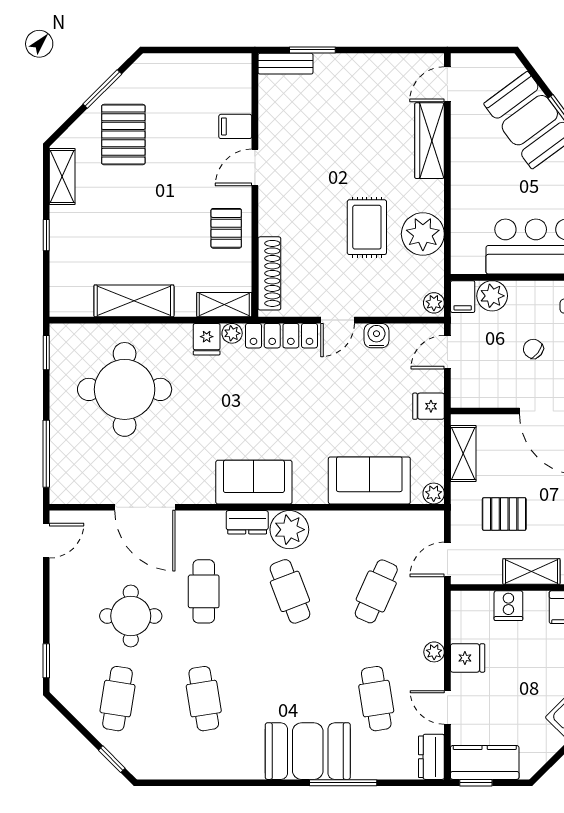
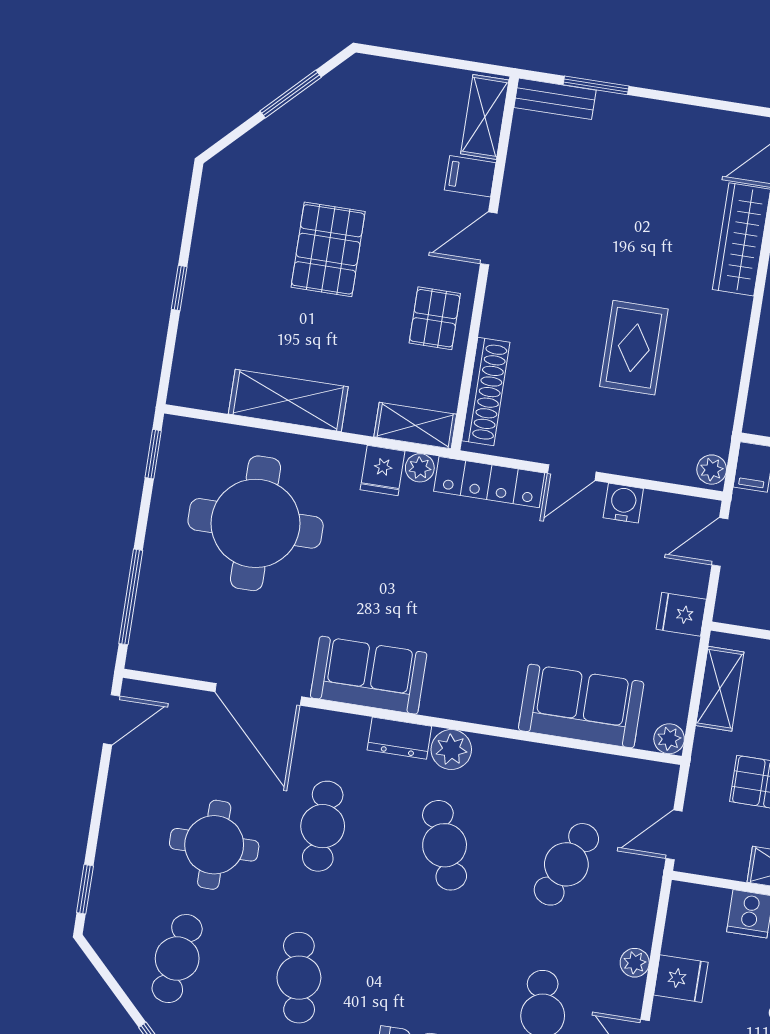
pallet: (123, 135) -> (328, 249), moved
shelving: (62, 176) -> (485, 117), moved
plant: (423, 234) -> (711, 370), removed
sofa: (254, 482) -> (369, 675), moved
plant: (289, 530) -> (451, 750), width x0.73, depth x0.73

